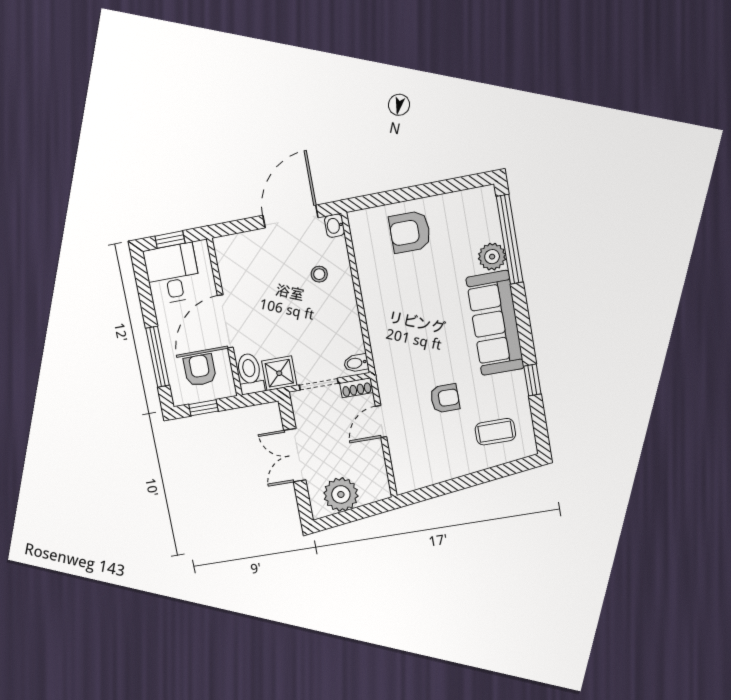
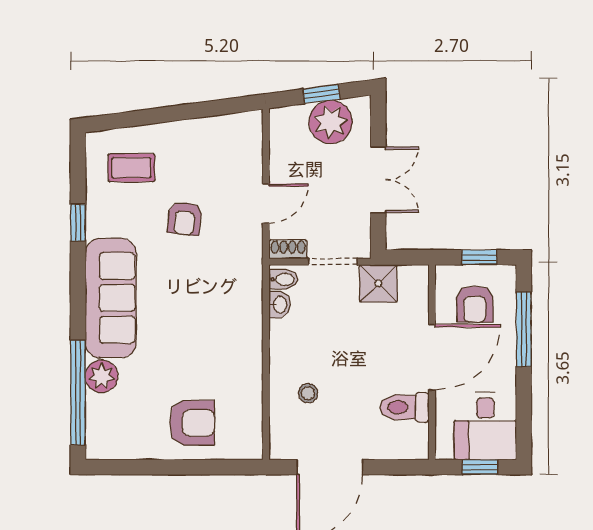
washbasin: (335, 226) -> (280, 305), moved
toilet: (250, 374) -> (405, 407), moved, turned 90
armchair: (445, 398) -> (185, 218), turned -84
window: (352, 515) -> (321, 94), added

